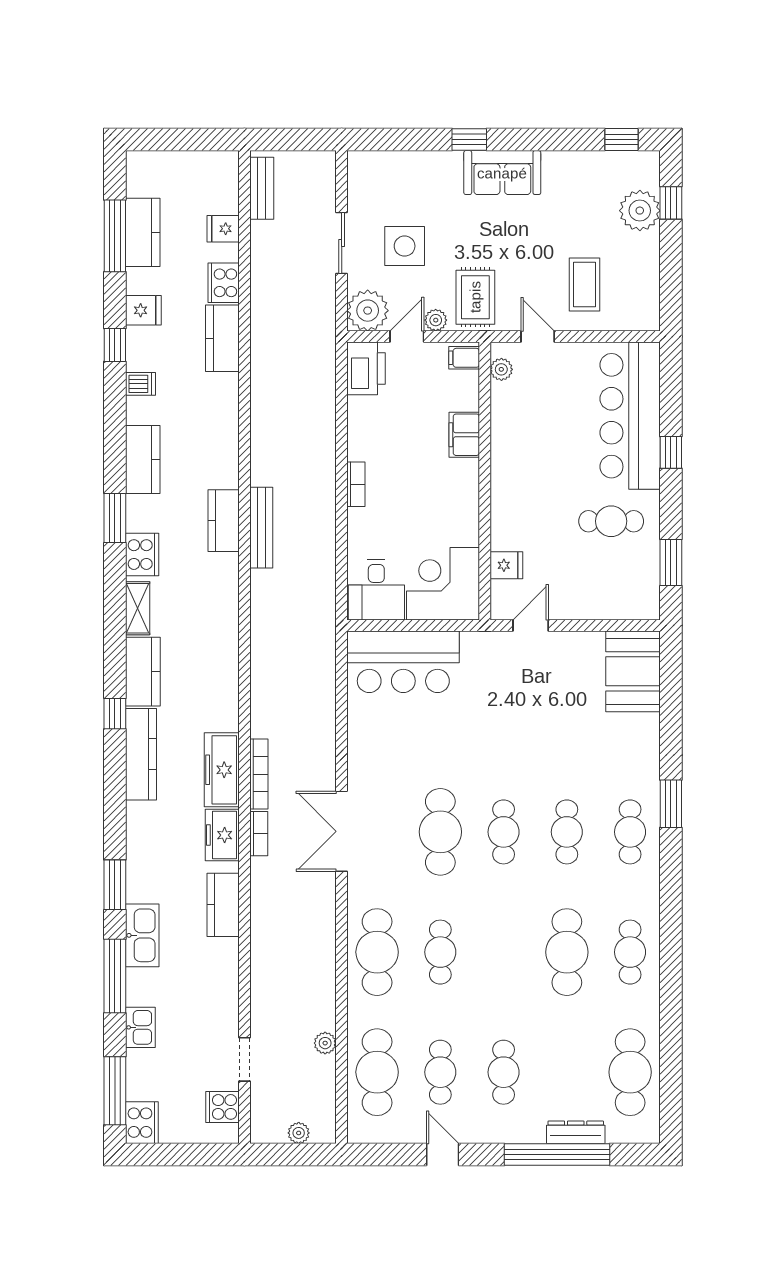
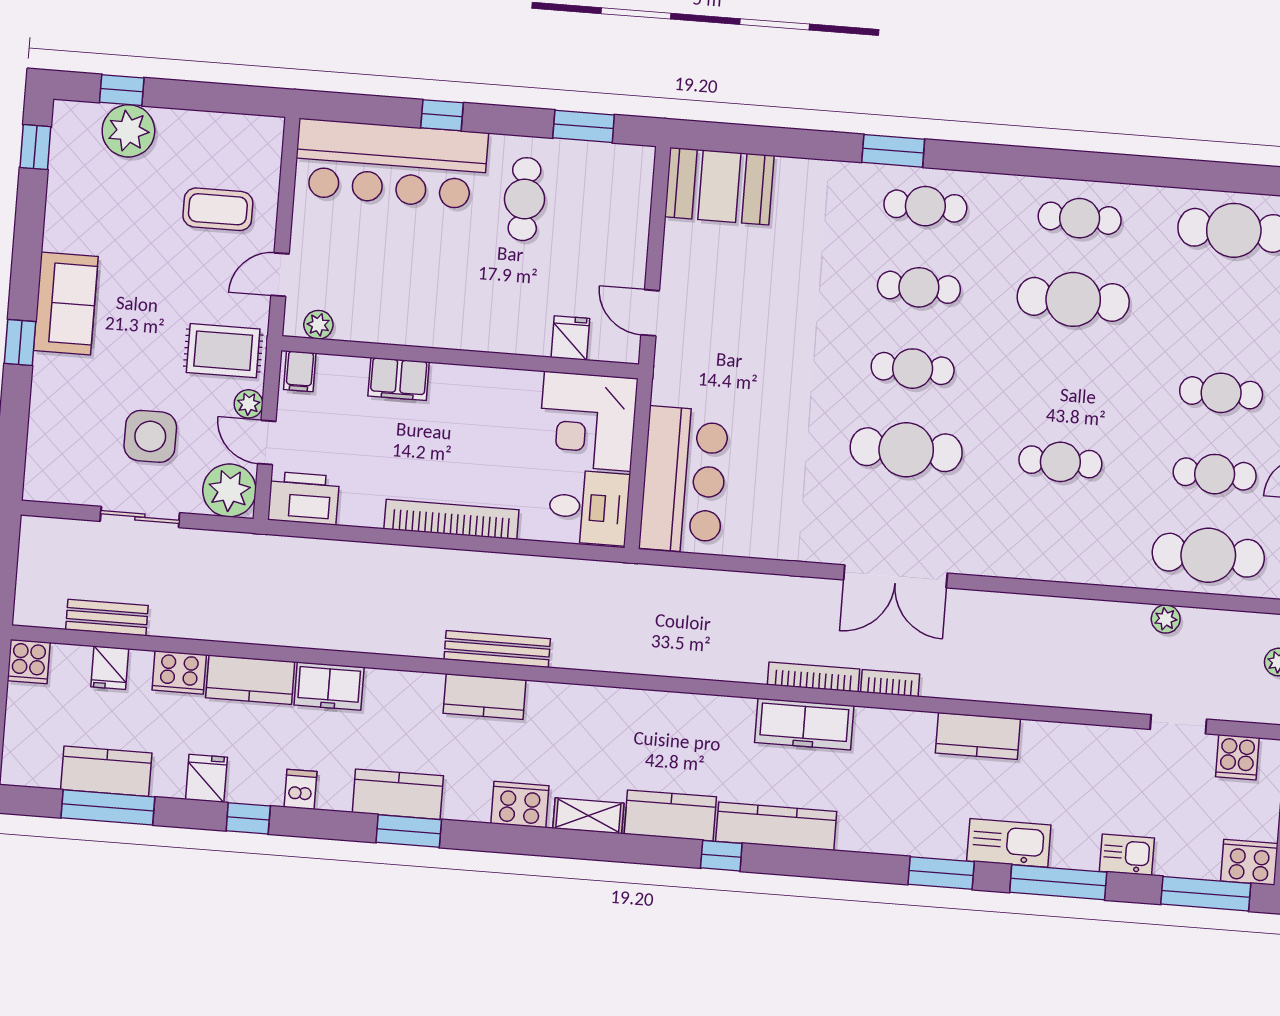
cooker: (223, 166) -> (29, 662), added
bench: (262, 188) -> (107, 618), moved
bookcase: (356, 484) -> (451, 519), width x2.31, depth x1.31
window: (115, 518) -> (409, 831), moved
freezer: (222, 835) -> (329, 686), moved
cafe table: (377, 952) -> (1054, 543), removed

